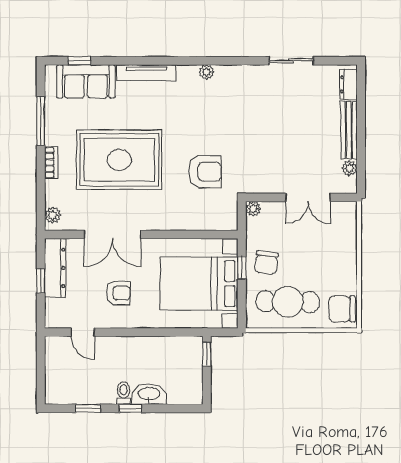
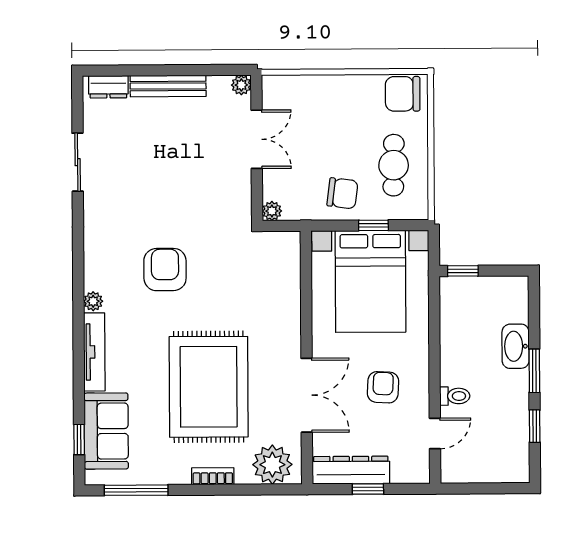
plant: (207, 72) -> (93, 301), moved
window: (41, 121) -> (136, 490), moved
plant: (349, 168) -> (241, 85), moved
armchair: (205, 172) -> (165, 270), moved
plant: (53, 215) -> (272, 465), width x1.87, depth x1.87
window: (242, 268) -> (373, 225), moved
cafe table: (288, 302) -> (394, 165), width x0.73, depth x0.74
chair: (342, 309) -> (403, 94), turned 90
toilet: (124, 393) -> (455, 396), moved, turned 180
window: (130, 408) -> (534, 371), width x1.50

